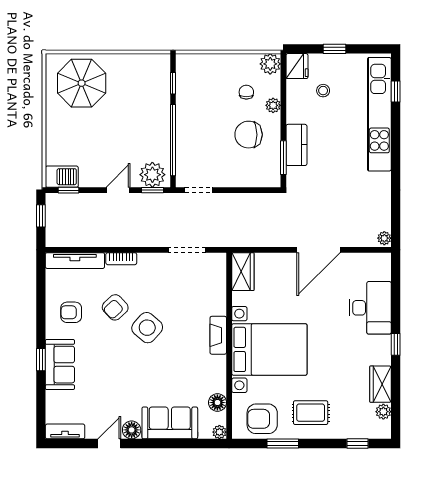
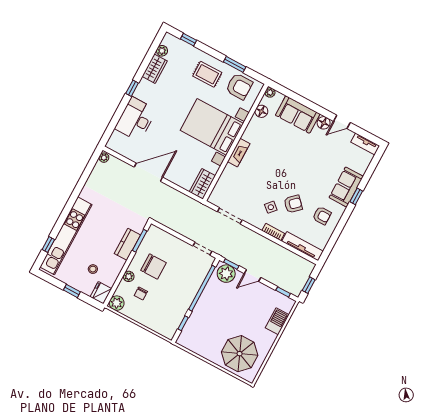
barbecue: (62, 177) -> (277, 321), moved, turned 90
side table: (147, 328) -> (271, 207), moved, width x0.54, depth x0.54

